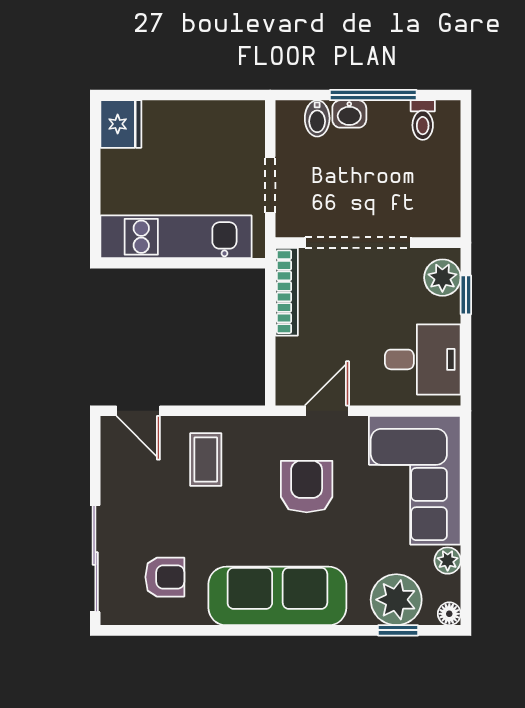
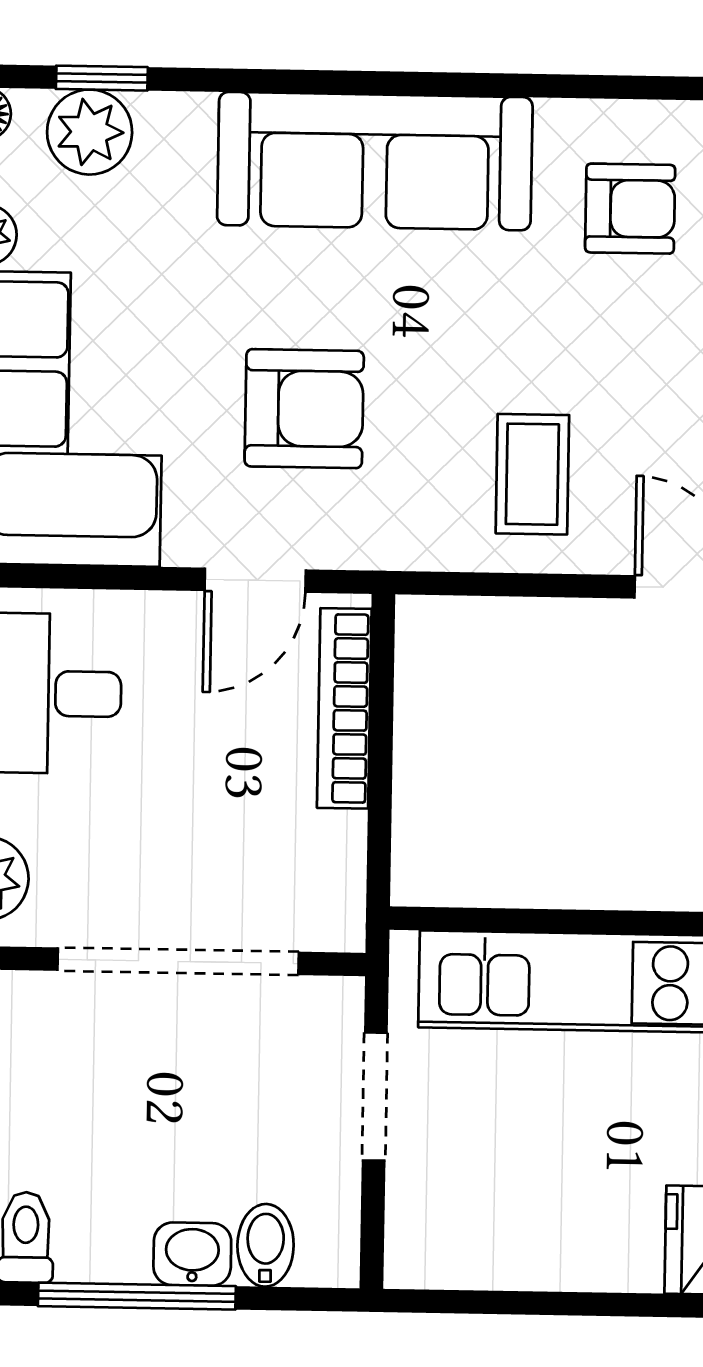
bookcase: (287, 292) -> (344, 708), moved
armchair: (307, 487) -> (304, 409), turned -90
armchair: (165, 577) -> (630, 209), turned 180
plant: (396, 600) -> (90, 132), width x0.73, depth x0.73

